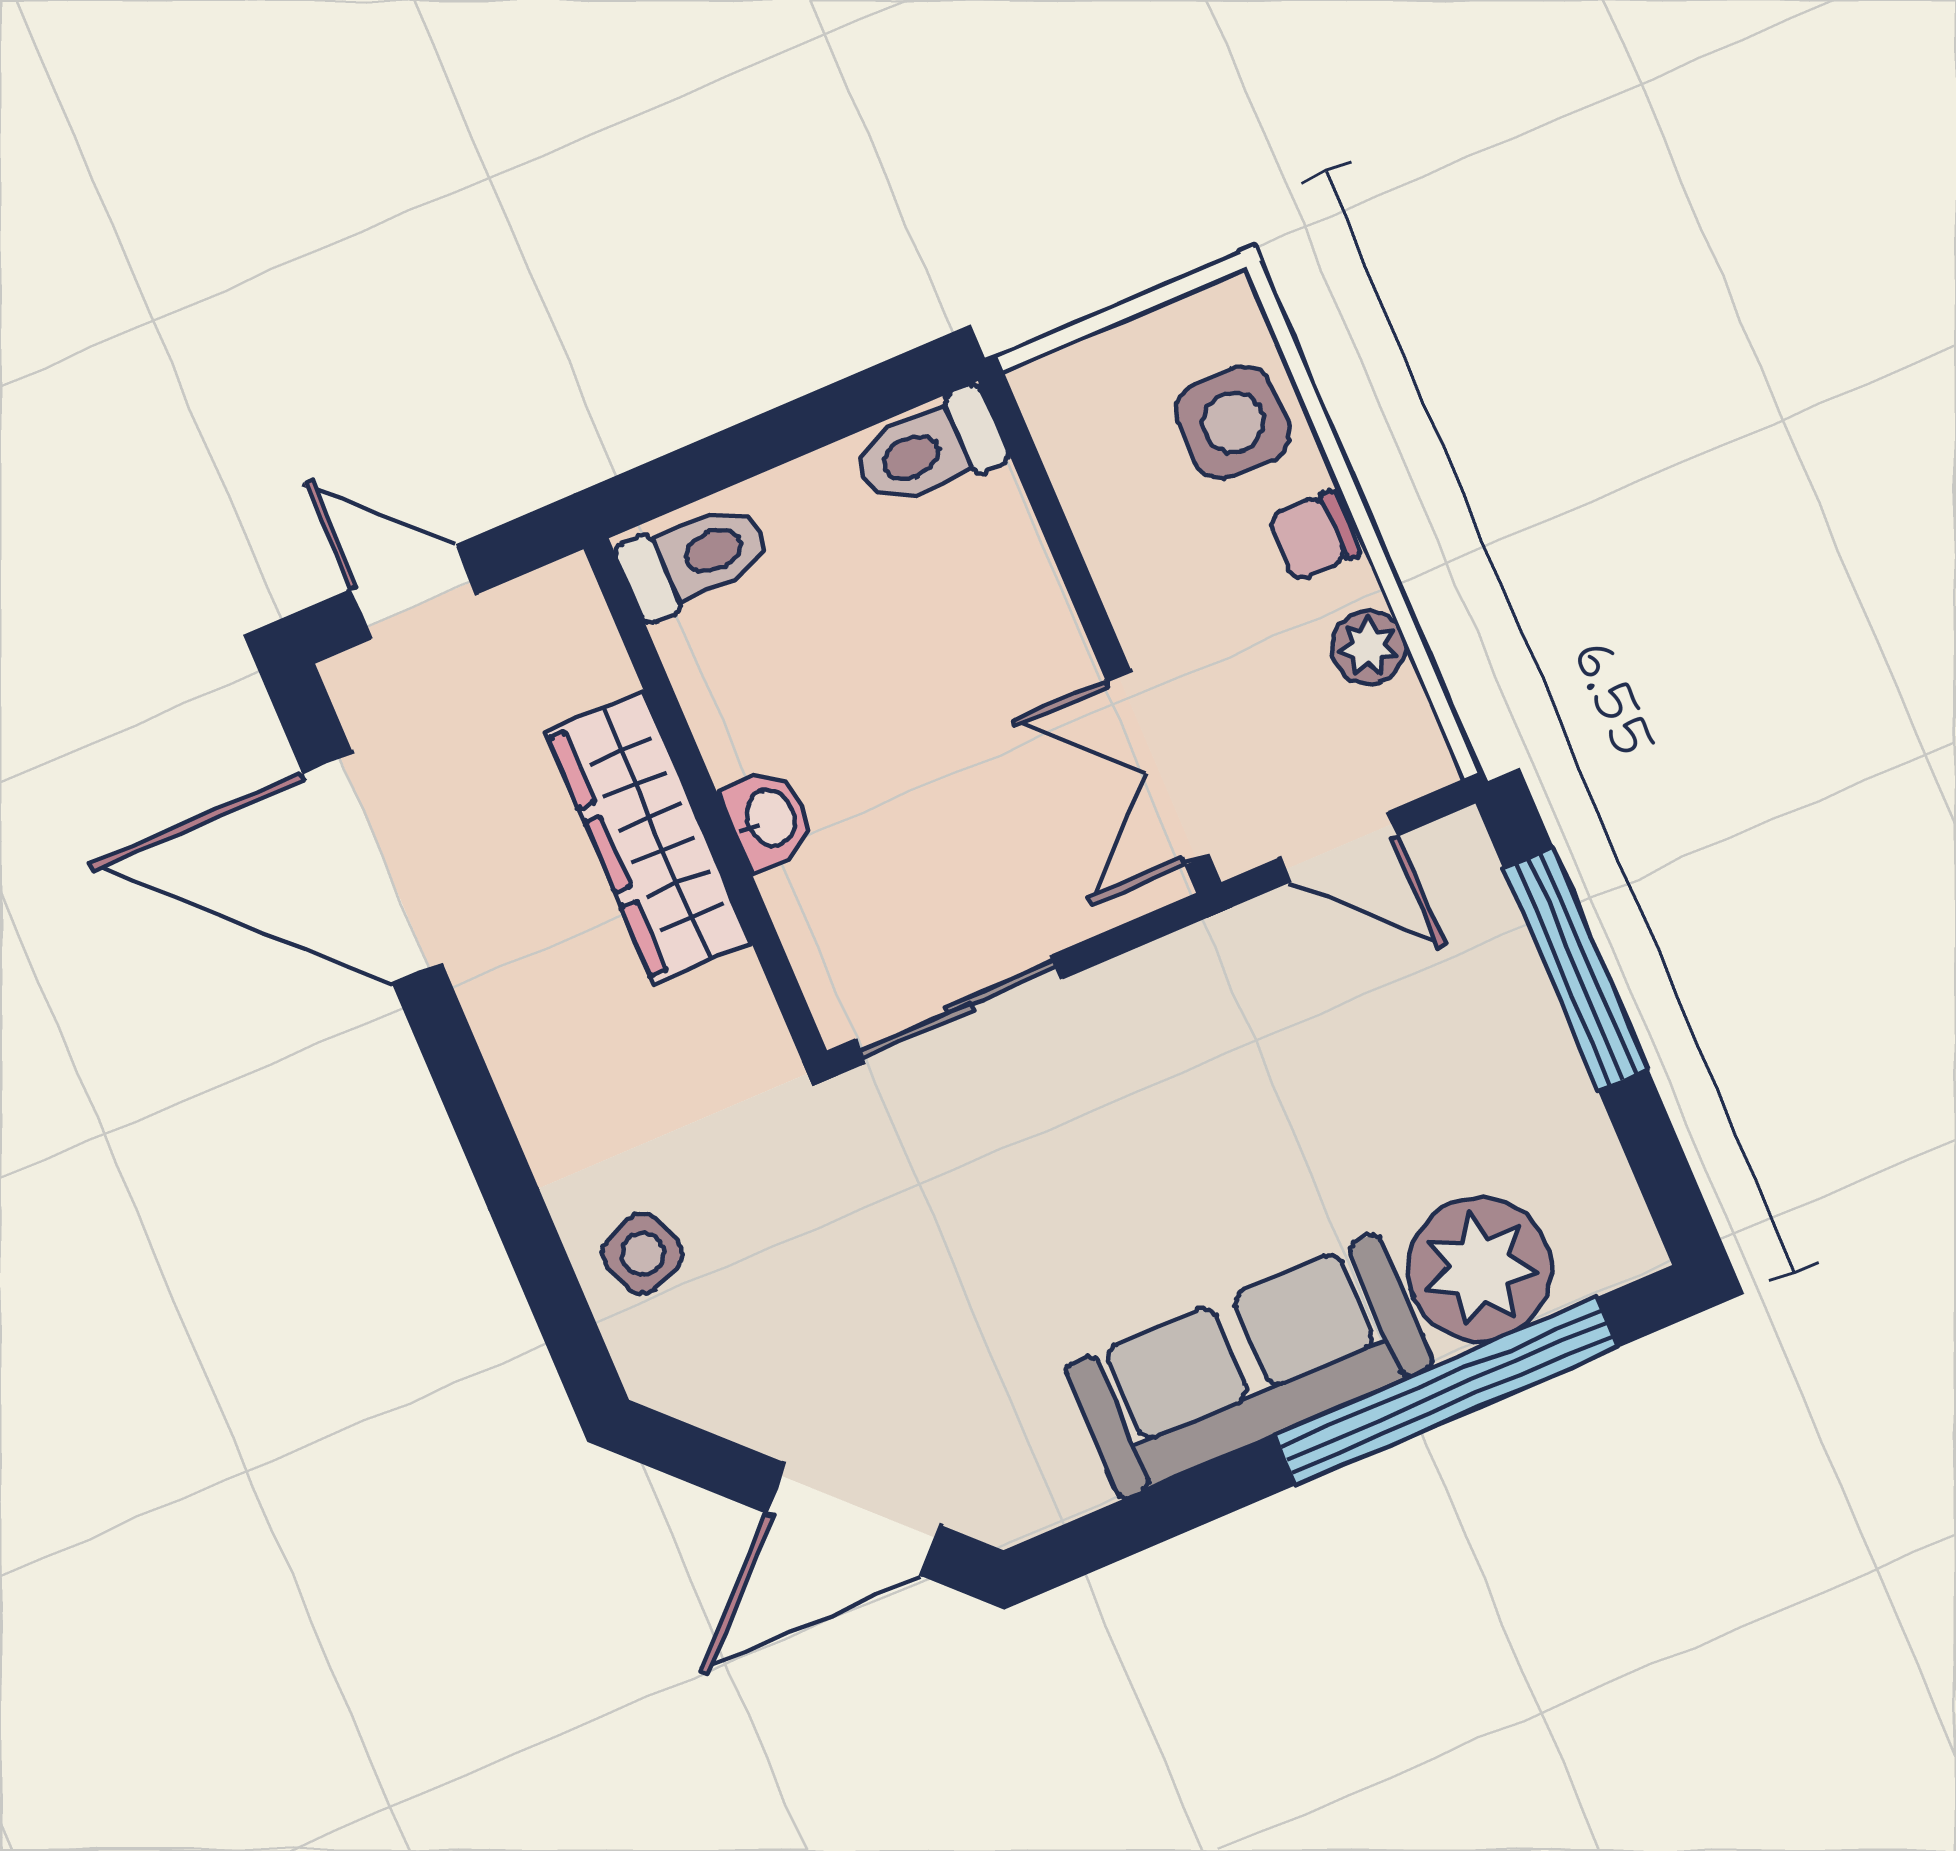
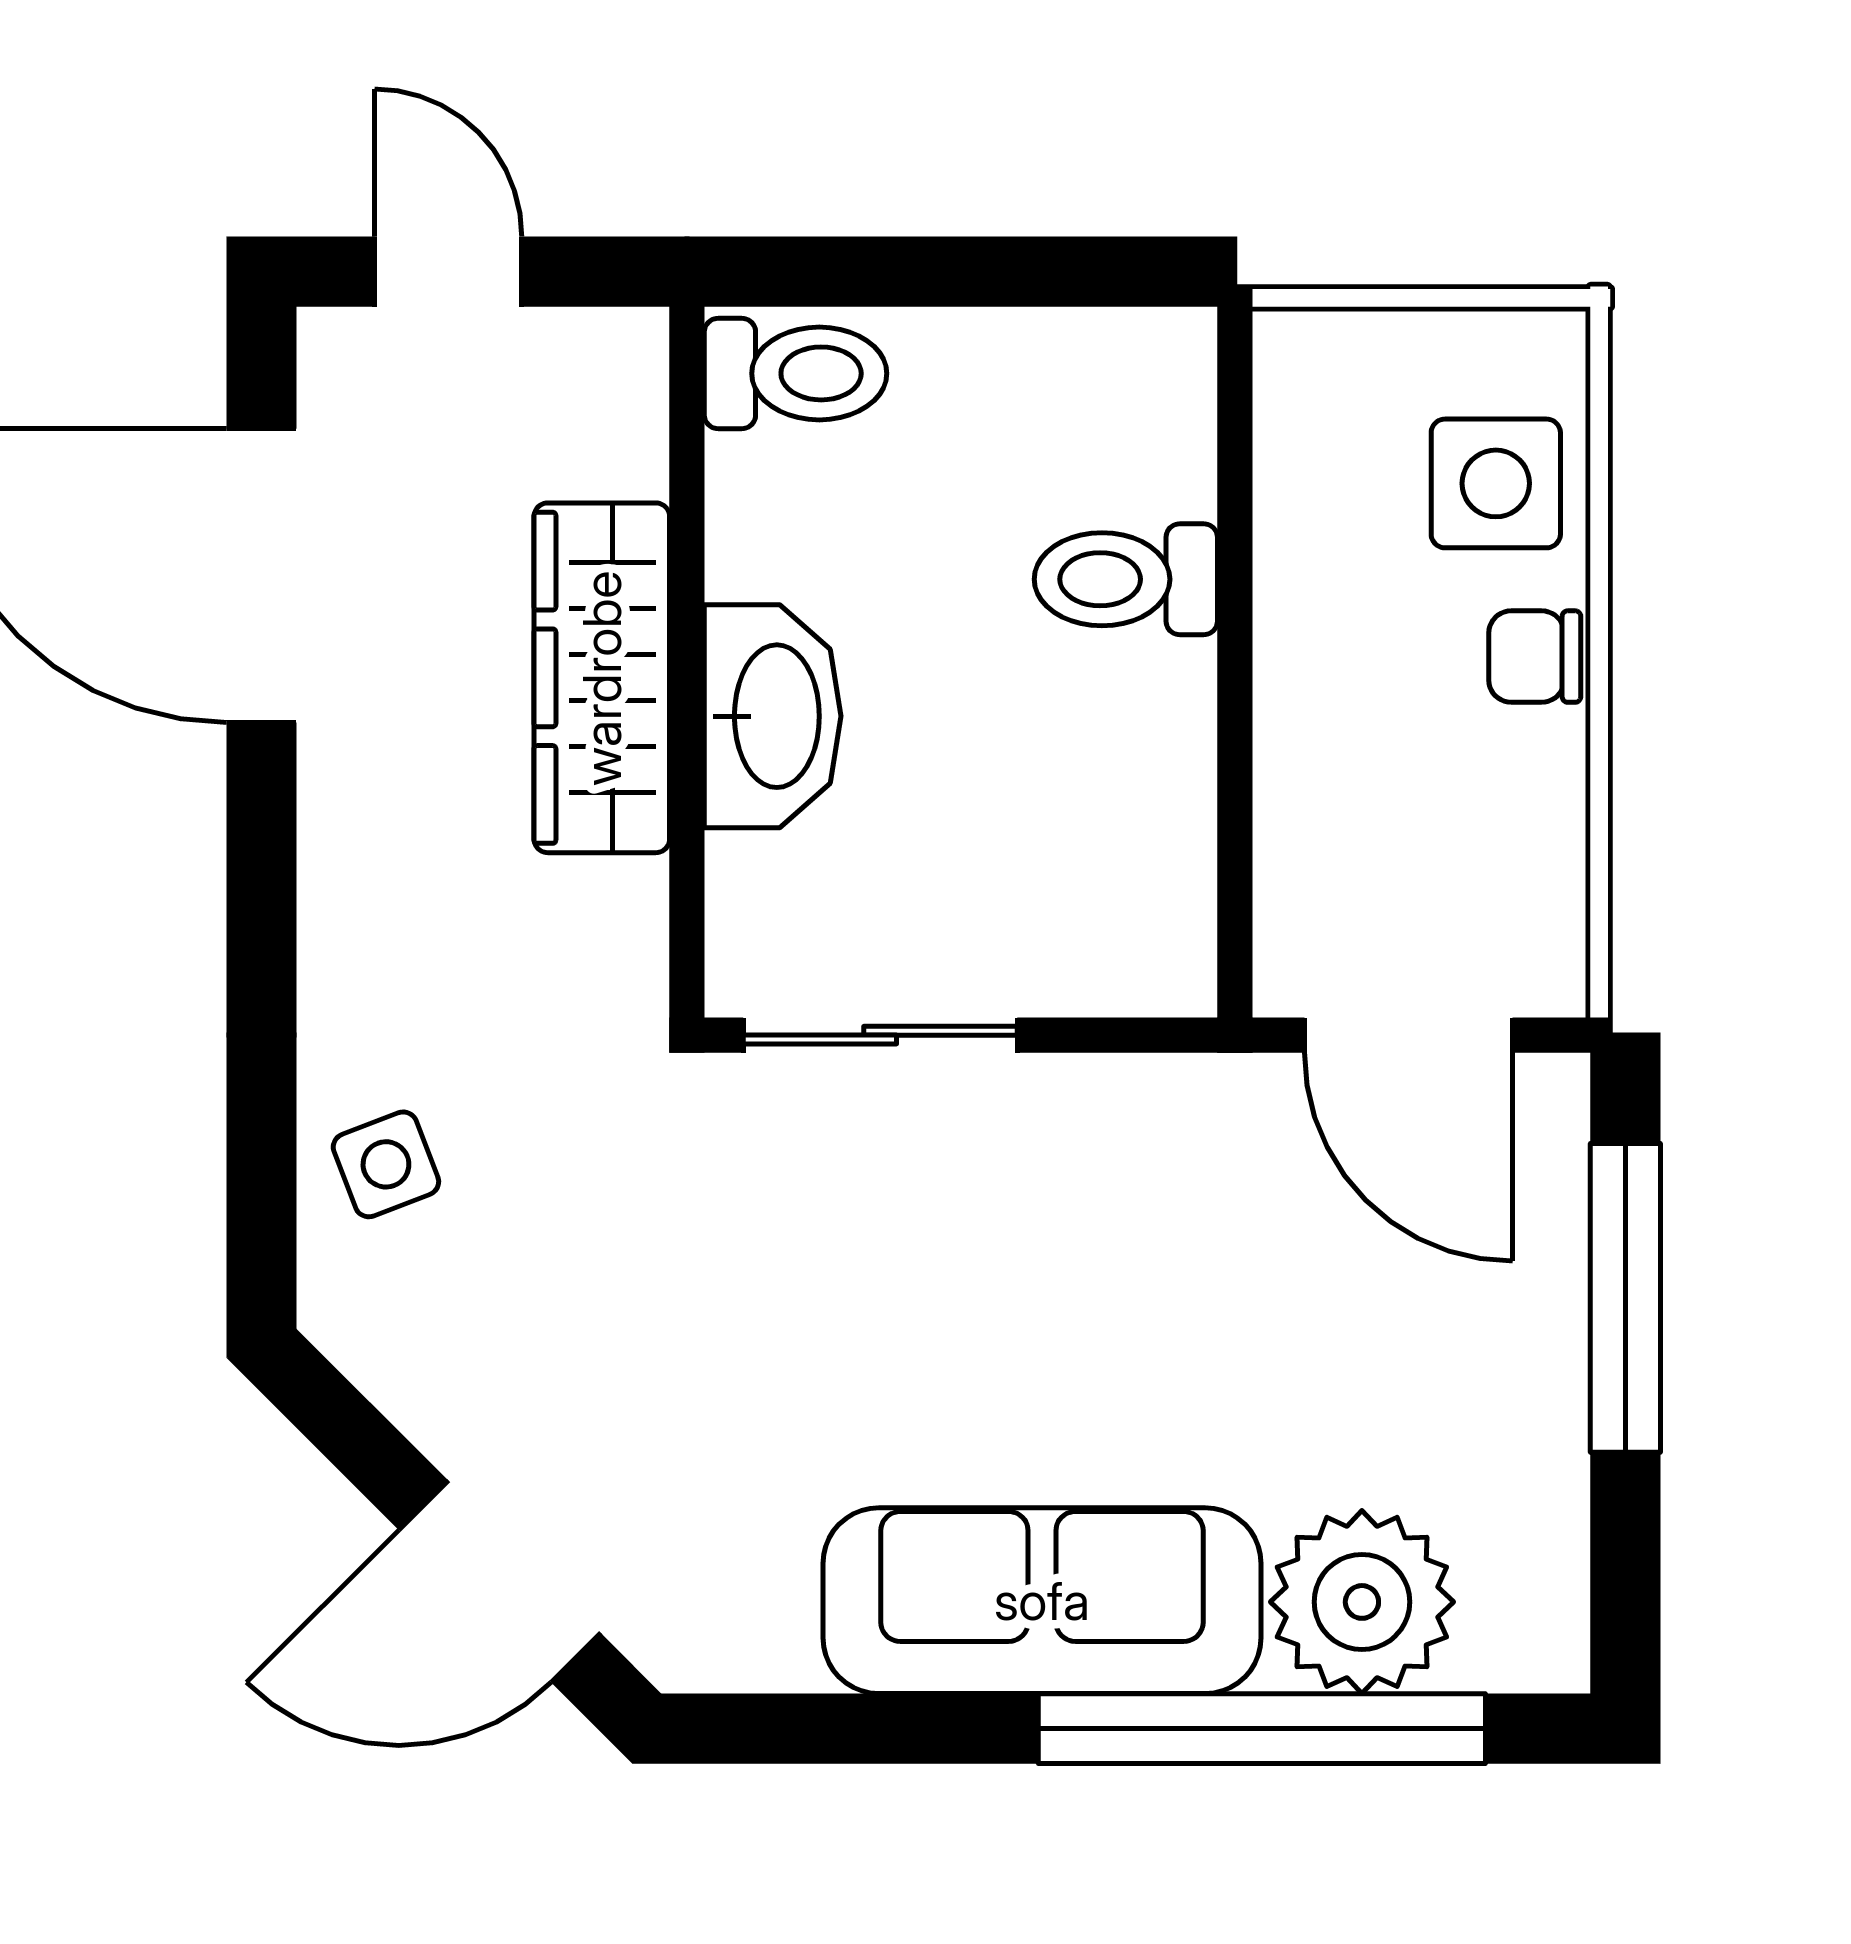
toilet: (929, 449) -> (1126, 579), moved
plant: (1369, 647) -> (1543, 815), removed
double door: (1157, 767) -> (1235, 850), removed
washbasin: (768, 819) -> (773, 716), width x1.91, depth x1.45
door: (1339, 847) -> (1408, 1035), width x1.38

